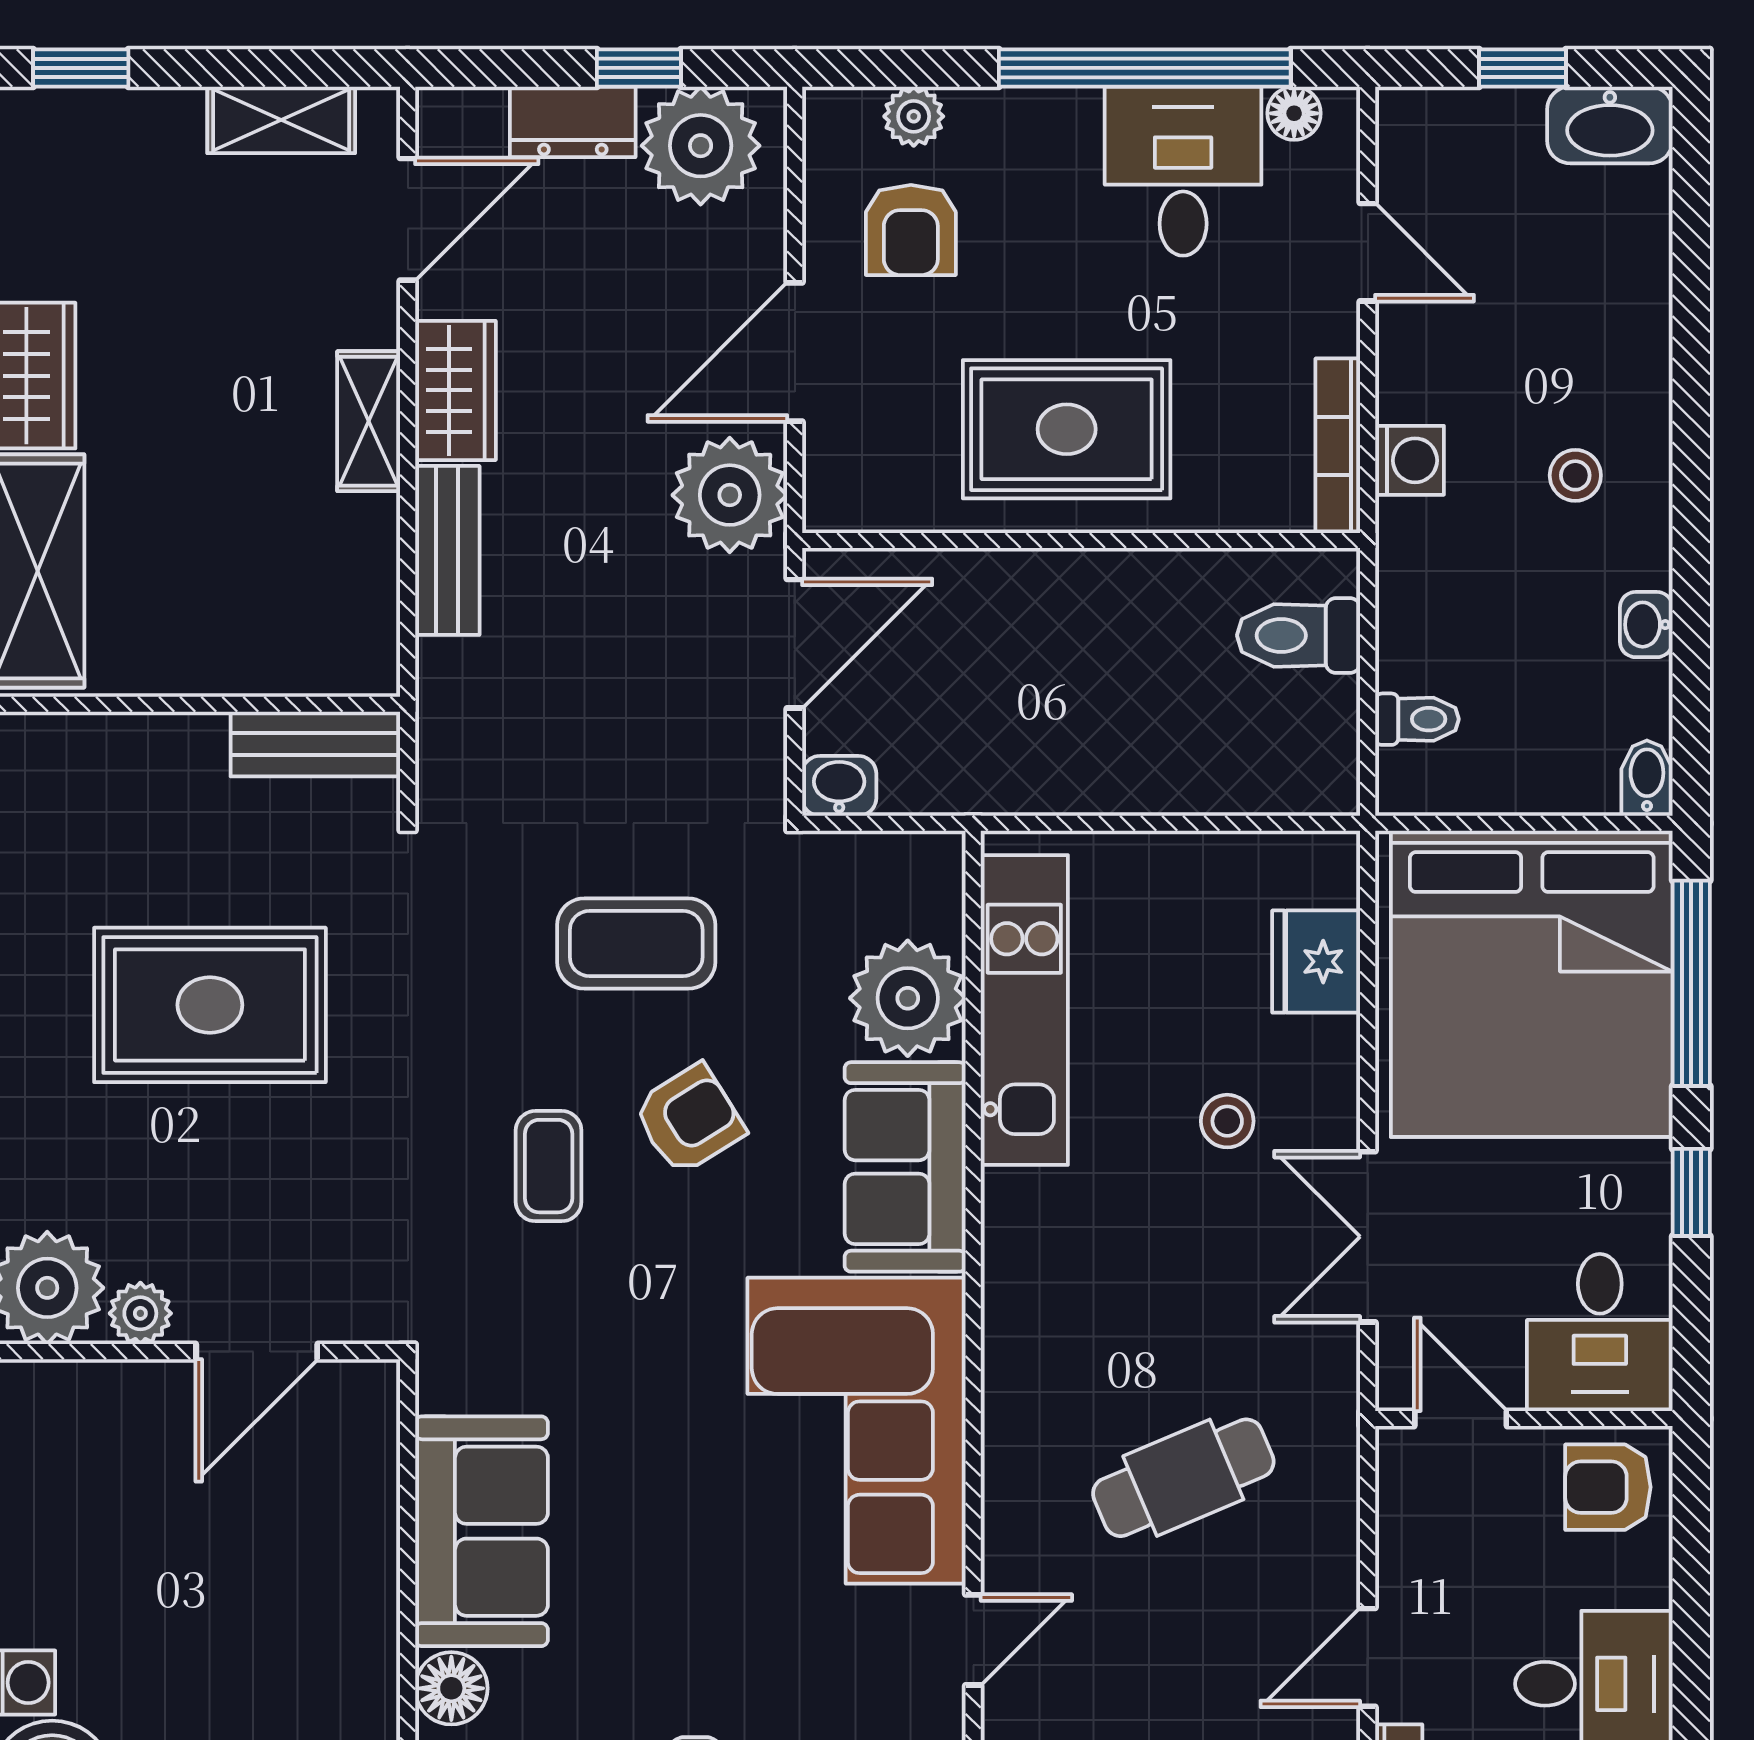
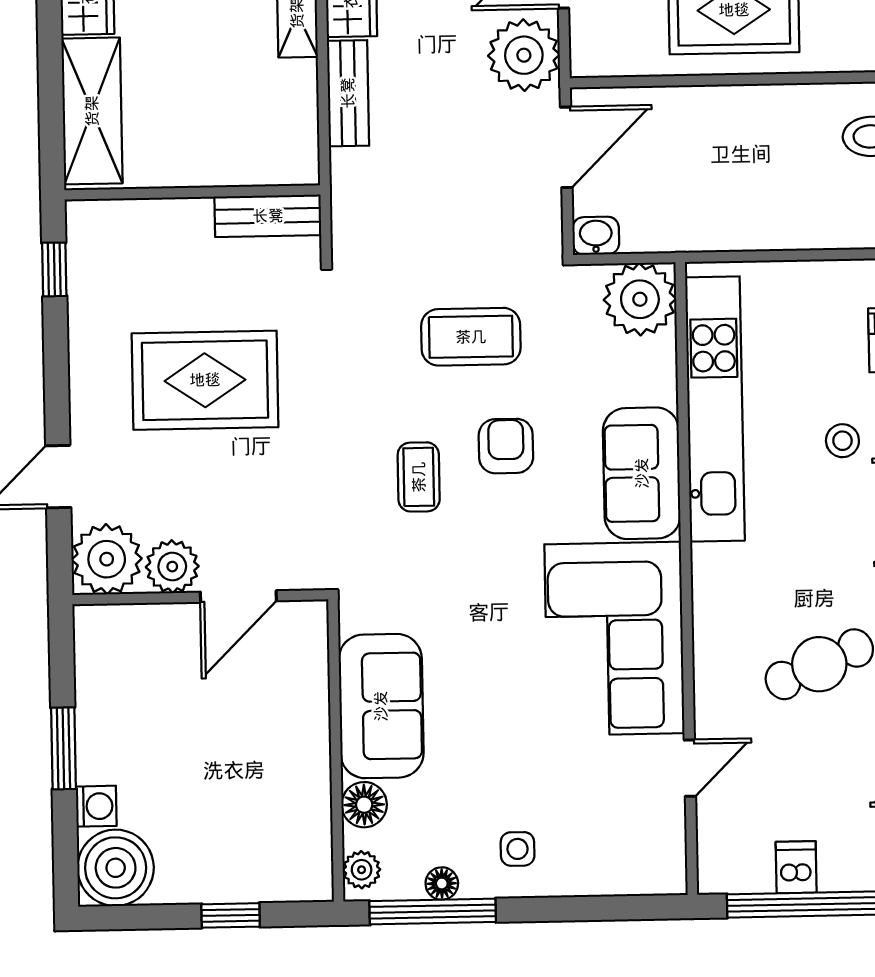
plant: (908, 998) -> (640, 299), moved
kitchen unit: (1024, 1010) -> (715, 409), width x1.36
armchair: (689, 1119) -> (506, 446), turned -58
plant: (140, 1313) -> (172, 567), width x1.38, depth x1.38

